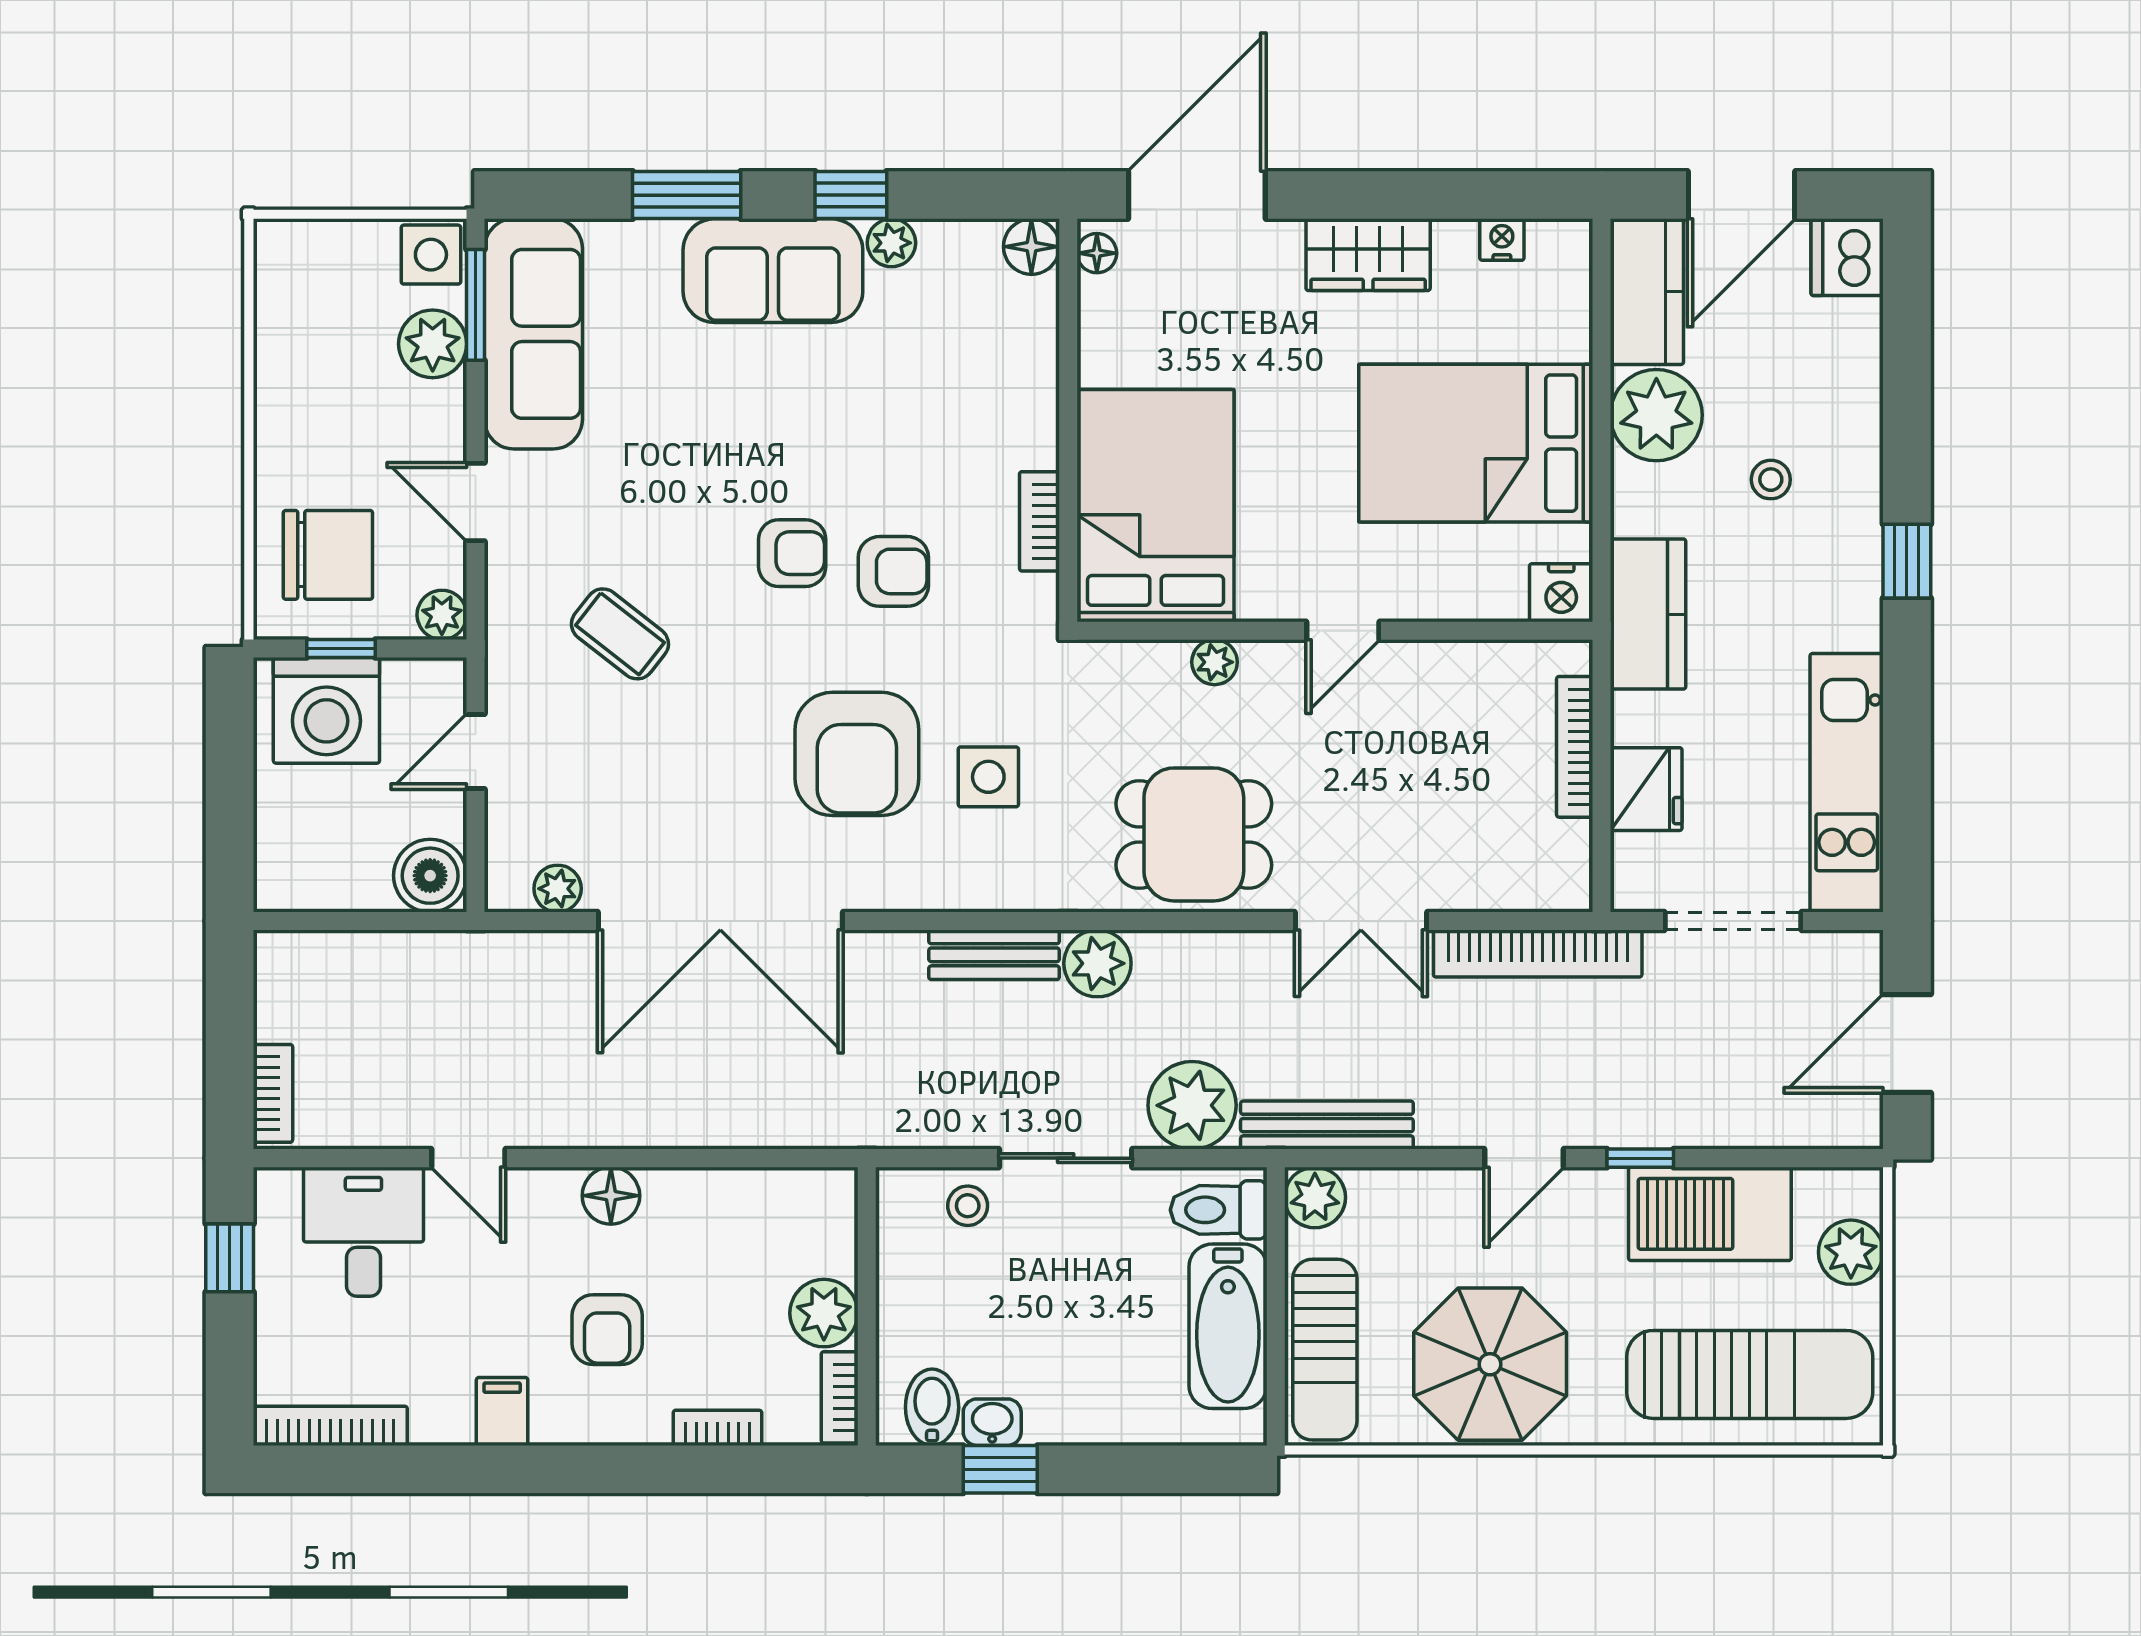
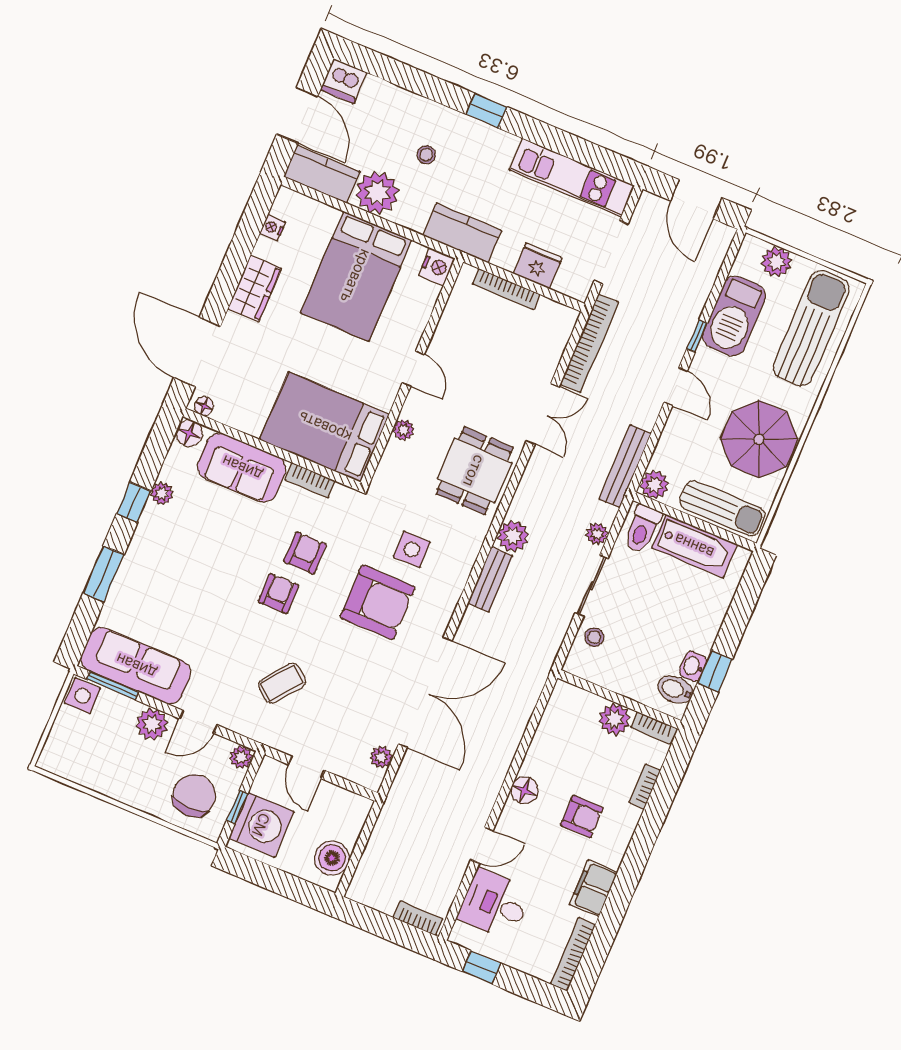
sofa: (773, 271) -> (242, 468), moved, turned 90
plant: (433, 344) -> (152, 724), moved
boiler: (430, 876) -> (332, 858), moved
plant: (1192, 1105) -> (597, 534), width x0.53, depth x0.53
filing cabinet: (502, 1411) -> (594, 888), width x2.00

